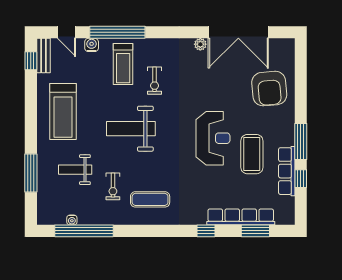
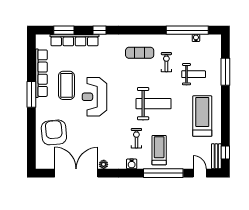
water cooler: (92, 45) -> (132, 164), moved
row of seats: (287, 171) -> (41, 73), width x1.36
window: (301, 179) -> (31, 68), removed

